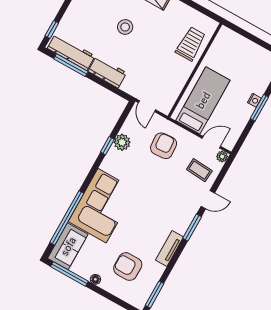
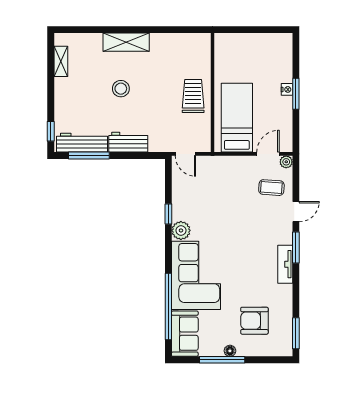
trolley: (191, 44) -> (193, 96), moved
plant: (122, 142) -> (181, 230), moved
armchair: (164, 146) -> (223, 183), removed
tv unit: (170, 248) -> (285, 264), moved
window: (69, 274) -> (222, 360), moved

